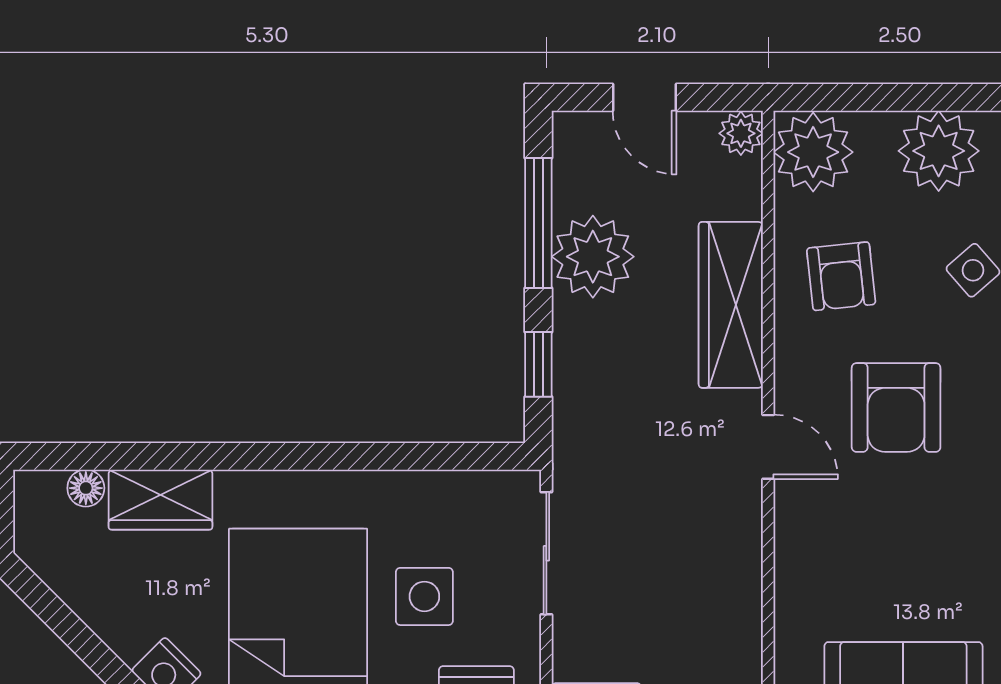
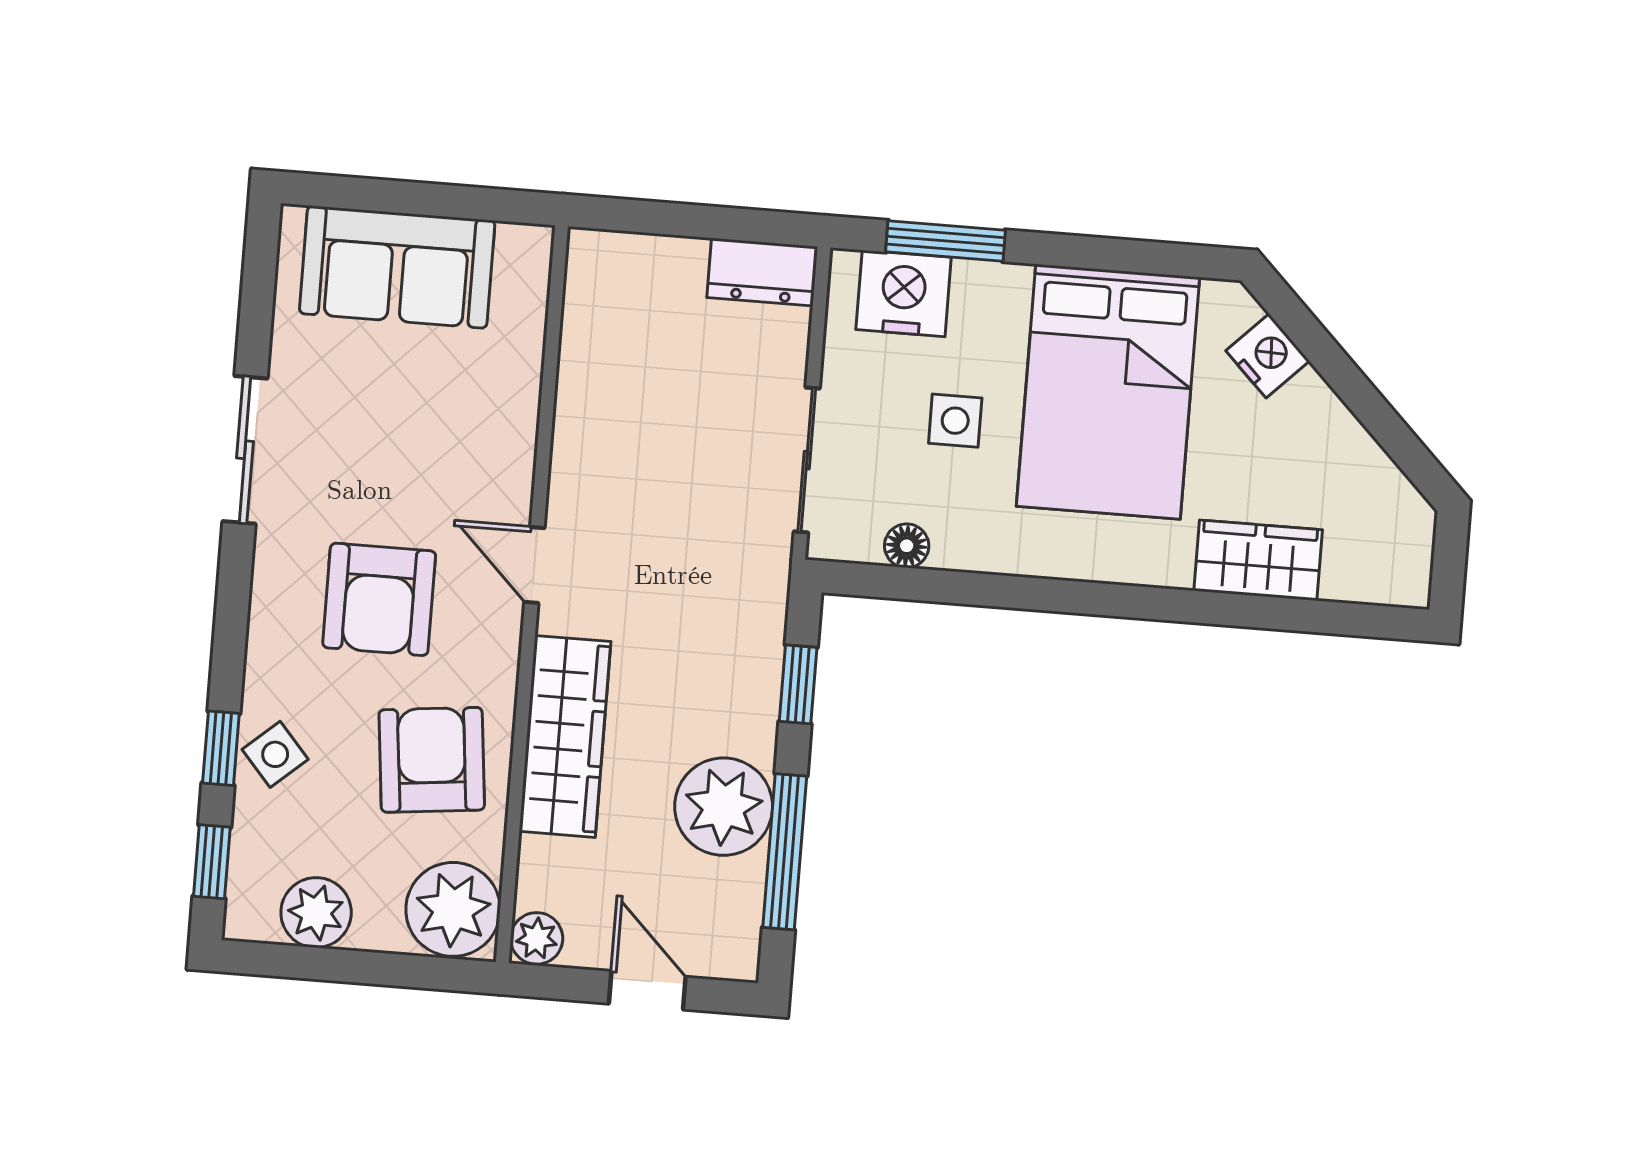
plant: (939, 151) -> (316, 913), width x0.73, depth x0.73
armchair: (841, 276) -> (432, 760), width x1.38, depth x1.38
armchair: (896, 407) -> (379, 599), turned 180
floor lamp: (86, 488) -> (907, 546), moved
side table: (424, 596) -> (955, 421), width x0.73, depth x0.73

